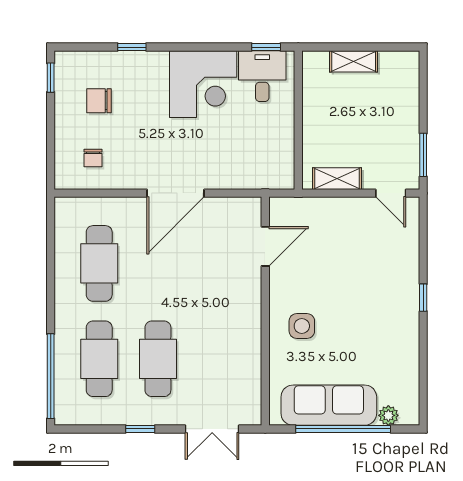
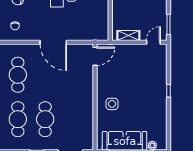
door: (175, 193) -> (53, 42), hinge flipped
door: (391, 193) -> (153, 42), swing flipped
door: (265, 246) -> (95, 56), moved

